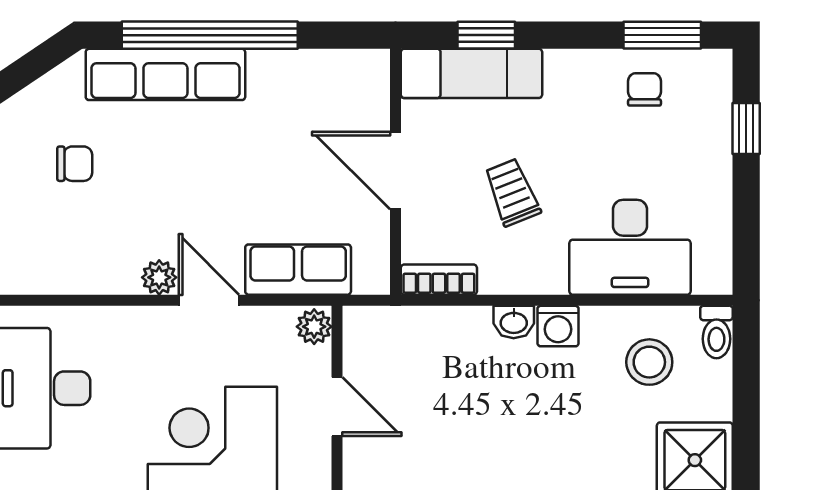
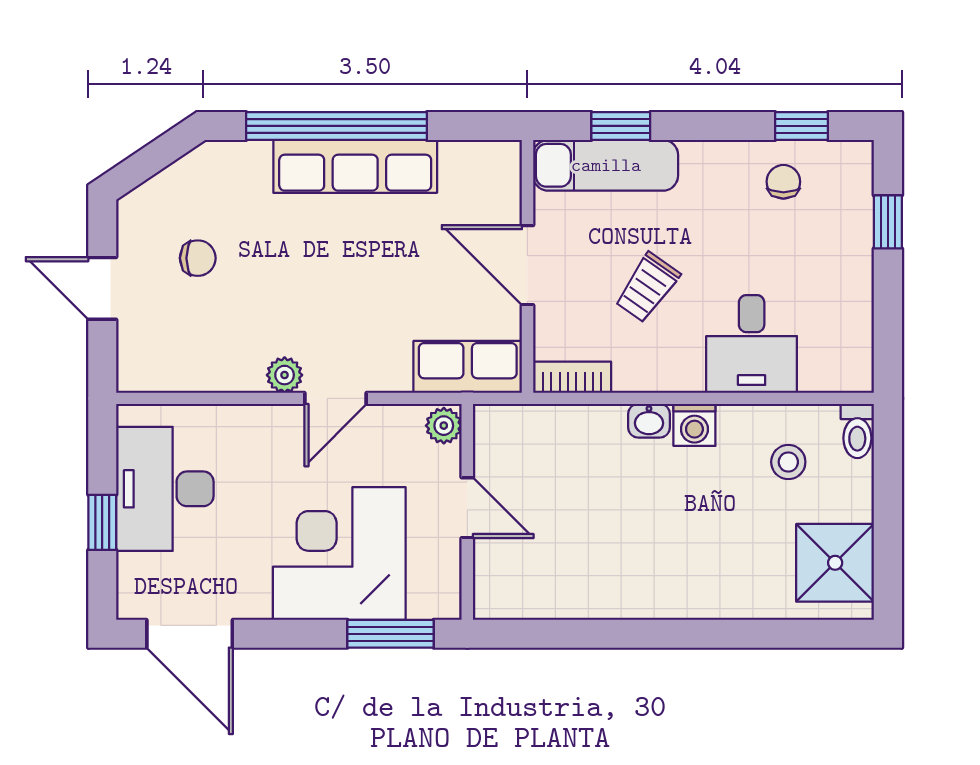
window: (662, 35) -> (802, 126), width x0.67
row of seats: (165, 74) -> (355, 166), moved
trolley: (512, 192) -> (647, 287), turned -123
desk: (630, 247) -> (752, 344), width x0.73
row of seats: (298, 270) -> (468, 367), moved
door: (209, 300) -> (336, 398), swing flipped
stool: (649, 362) -> (788, 462), width x0.73, depth x0.73

